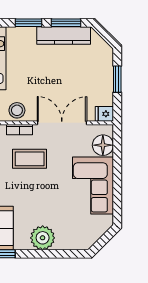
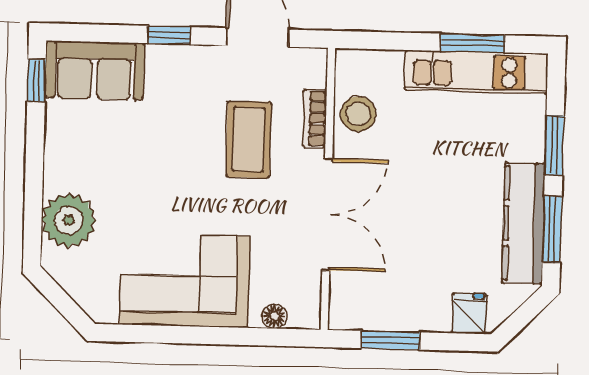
window: (117, 79) -> (391, 340), moved
fridge: (104, 114) -> (470, 314), moved
floor lamp: (103, 145) -> (274, 316), width x0.53, depth x0.53
plant: (43, 238) -> (69, 220), moved

